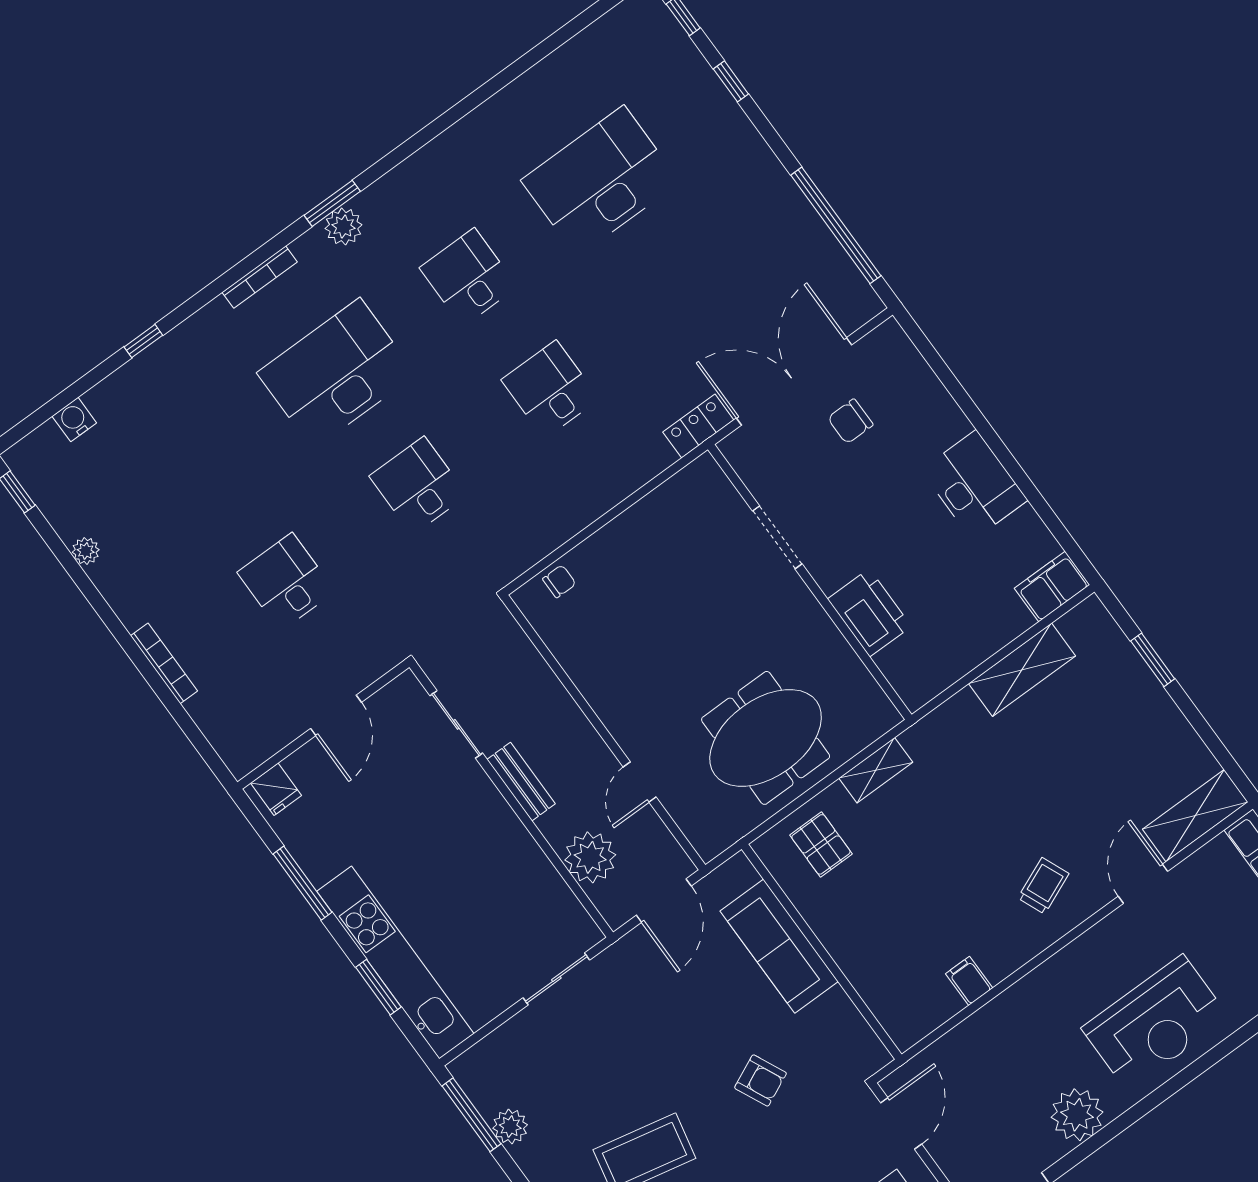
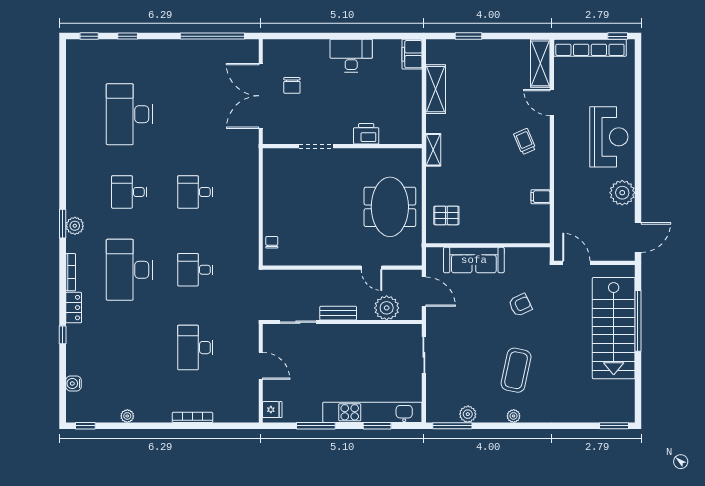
locker: (698, 426) -> (74, 308), moved, turned 180
desk: (286, 582) -> (195, 348), width x1.37
printer: (869, 613) -> (366, 134), width x0.73, depth x0.84
shelving: (876, 770) -> (433, 150), moved

